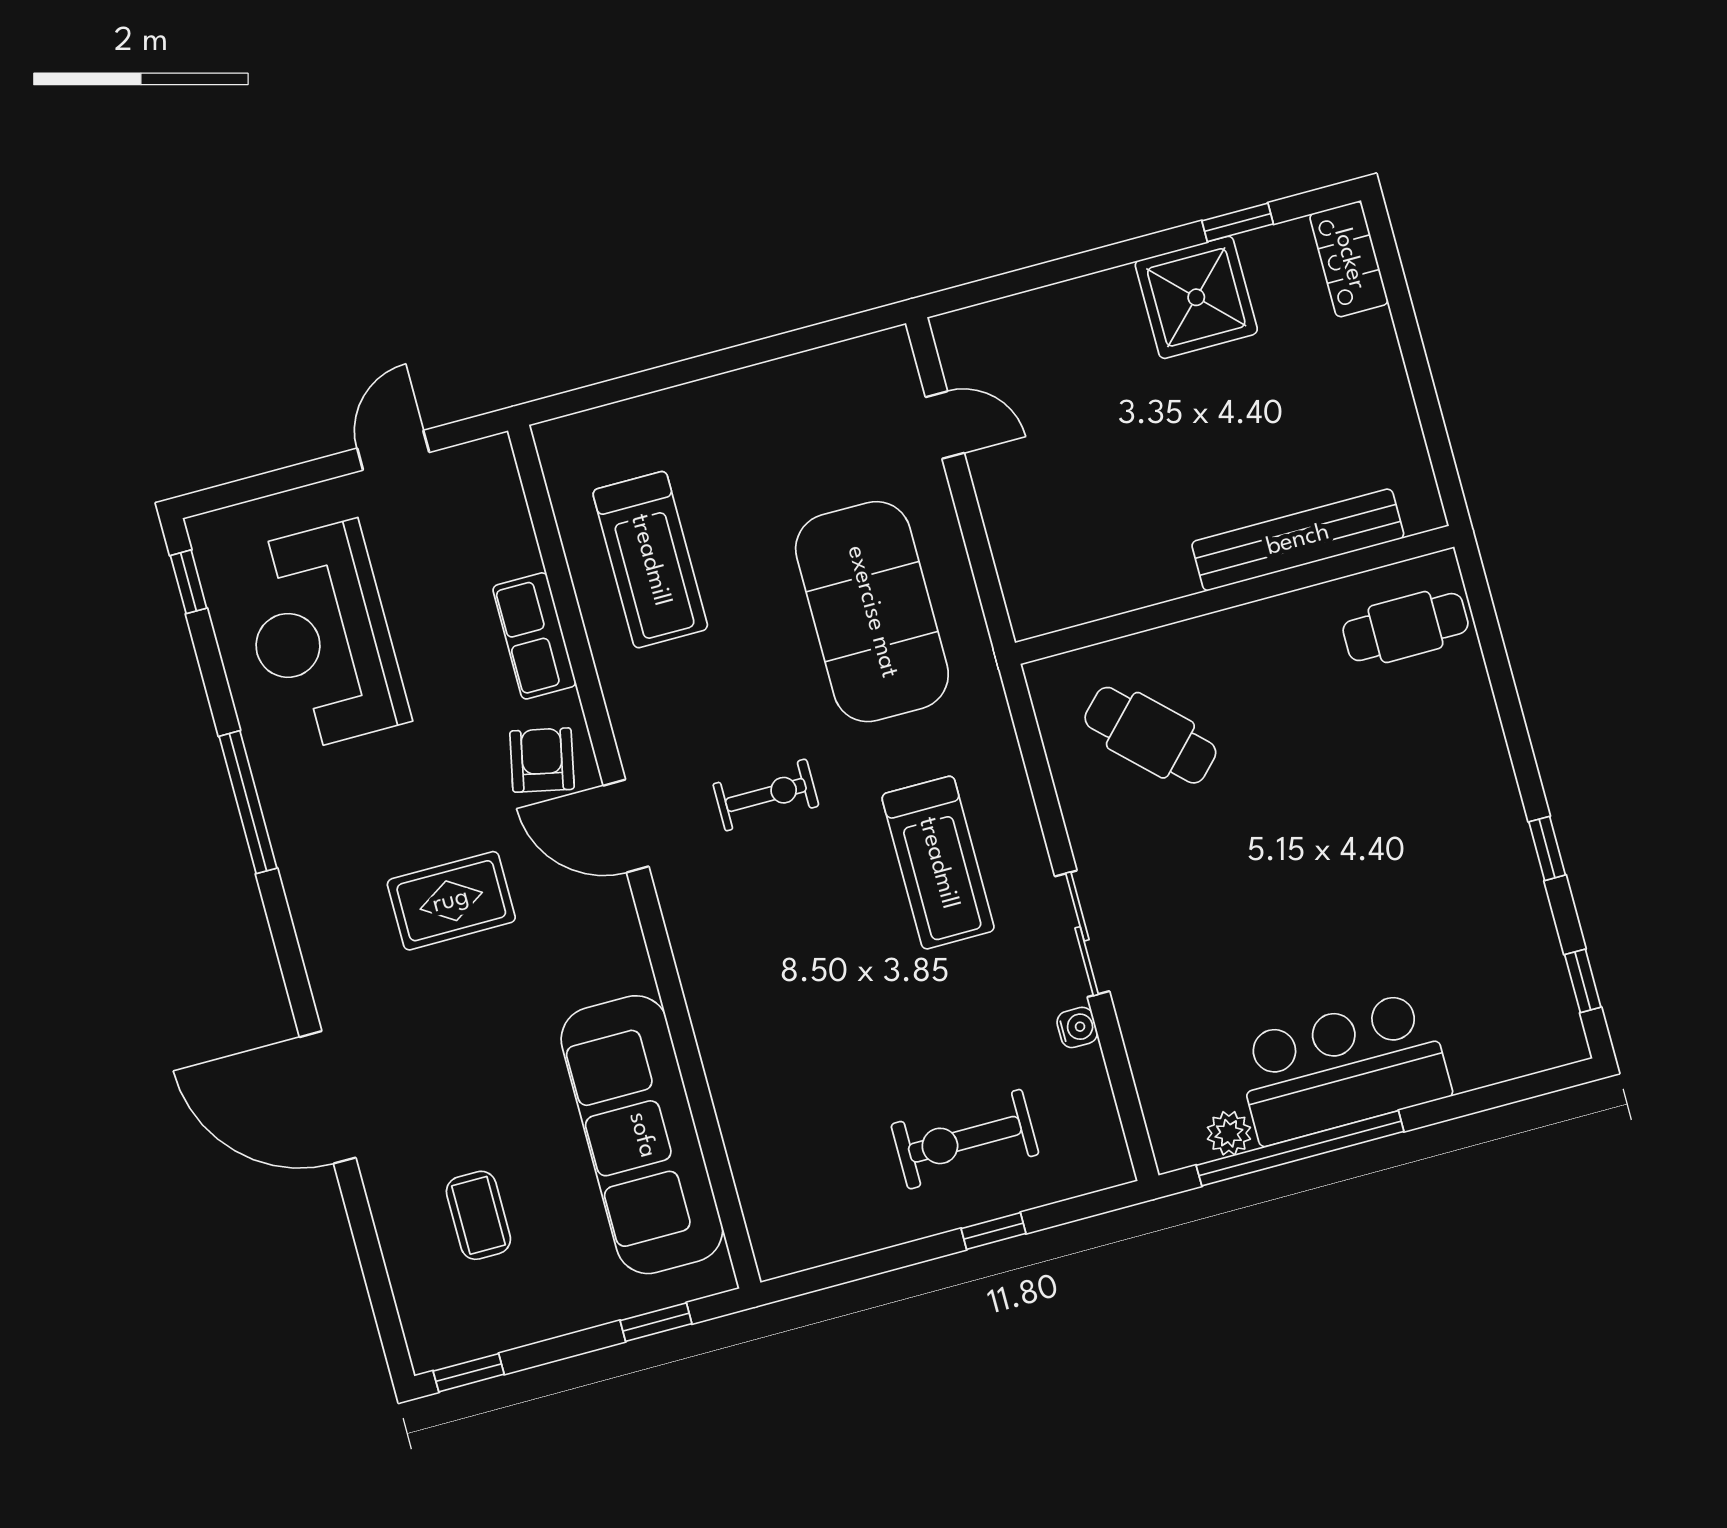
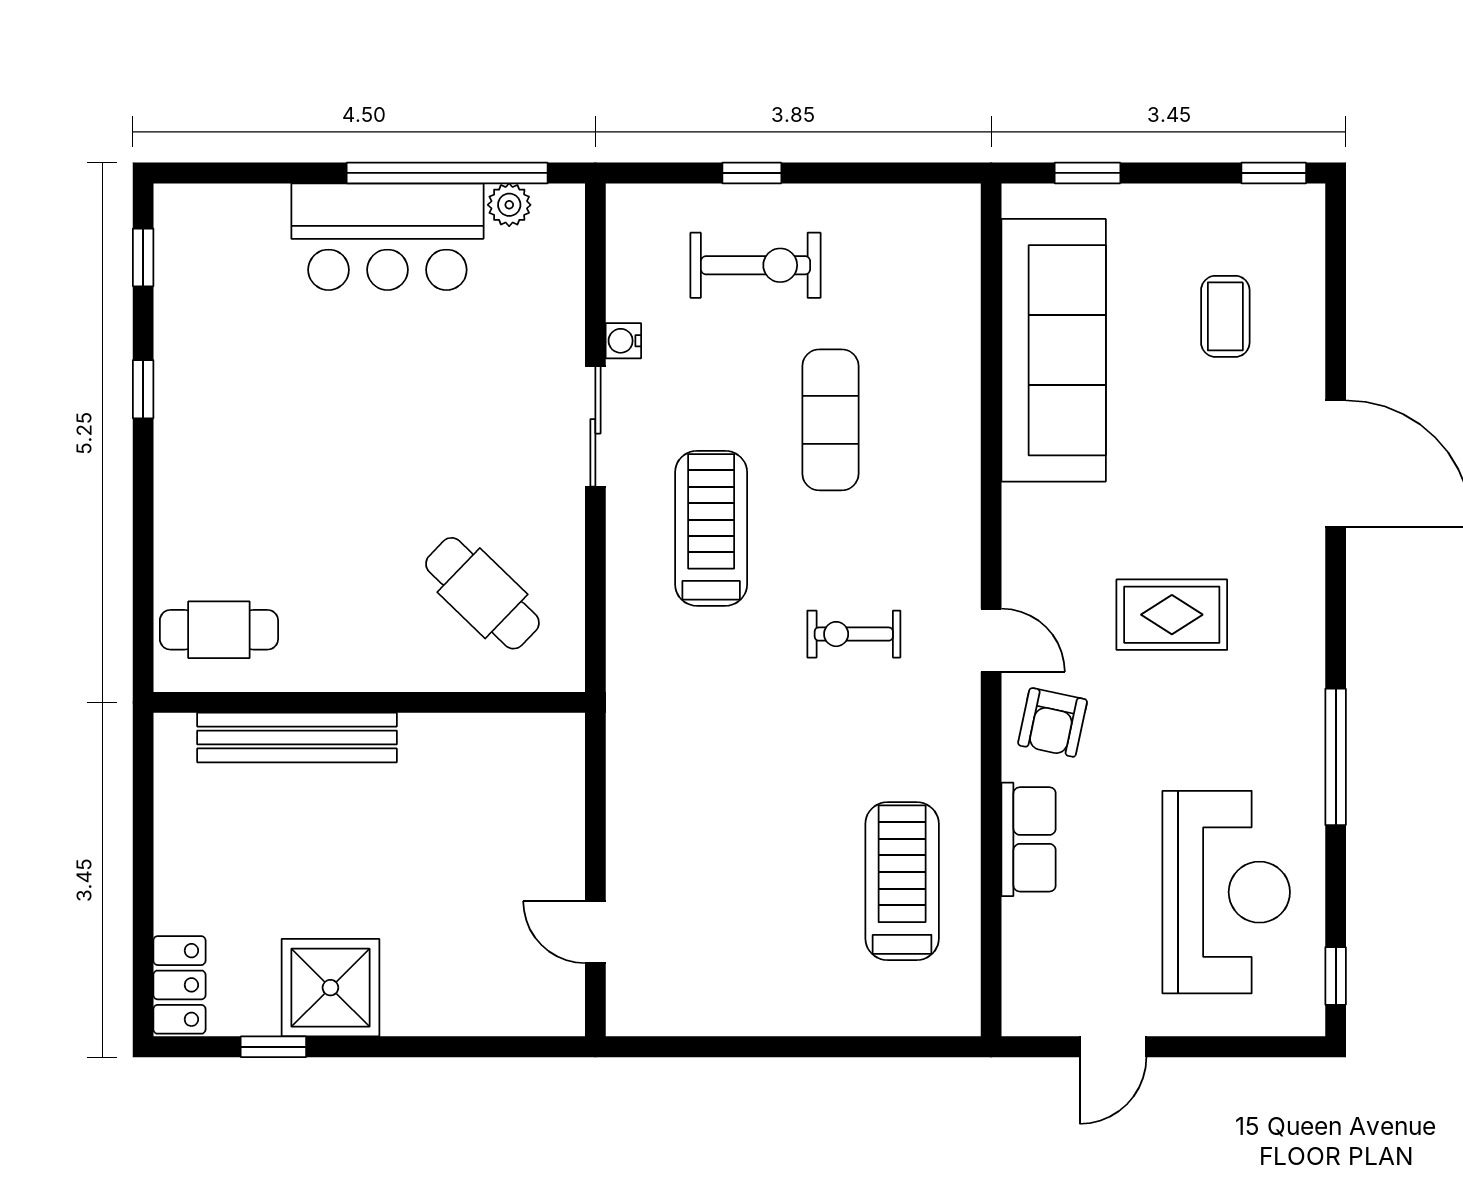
exercise mat: (872, 612) -> (830, 420), moved, width x0.50, depth x0.69
door: (626, 826) -> (991, 640), width x0.73

